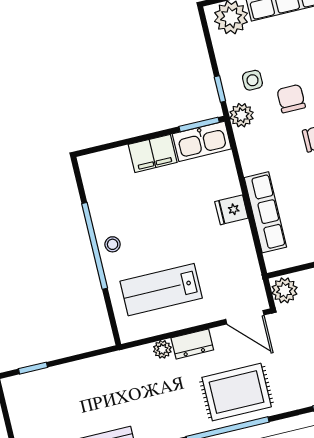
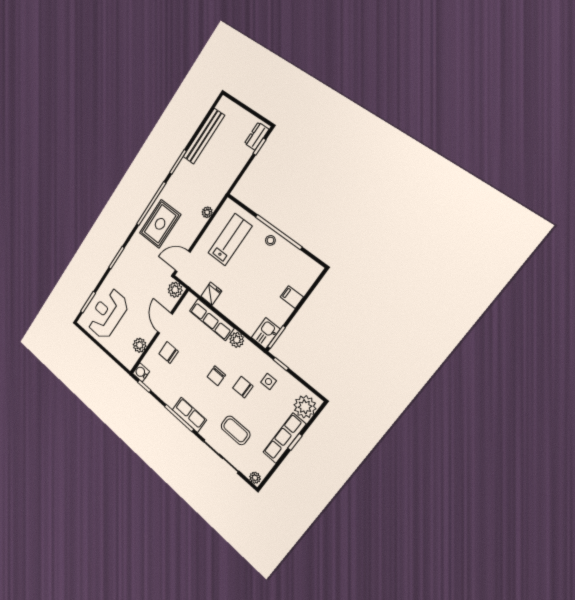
chair: (291, 99) -> (243, 387), turned 180
plant: (242, 115) -> (237, 340), moved
kitchen sink: (202, 141) -> (266, 333), width x0.73
filing cabinet: (153, 153) -> (292, 297), width x0.50
fridge: (231, 210) -> (211, 294), moved
dresser: (192, 344) -> (257, 136), moved

